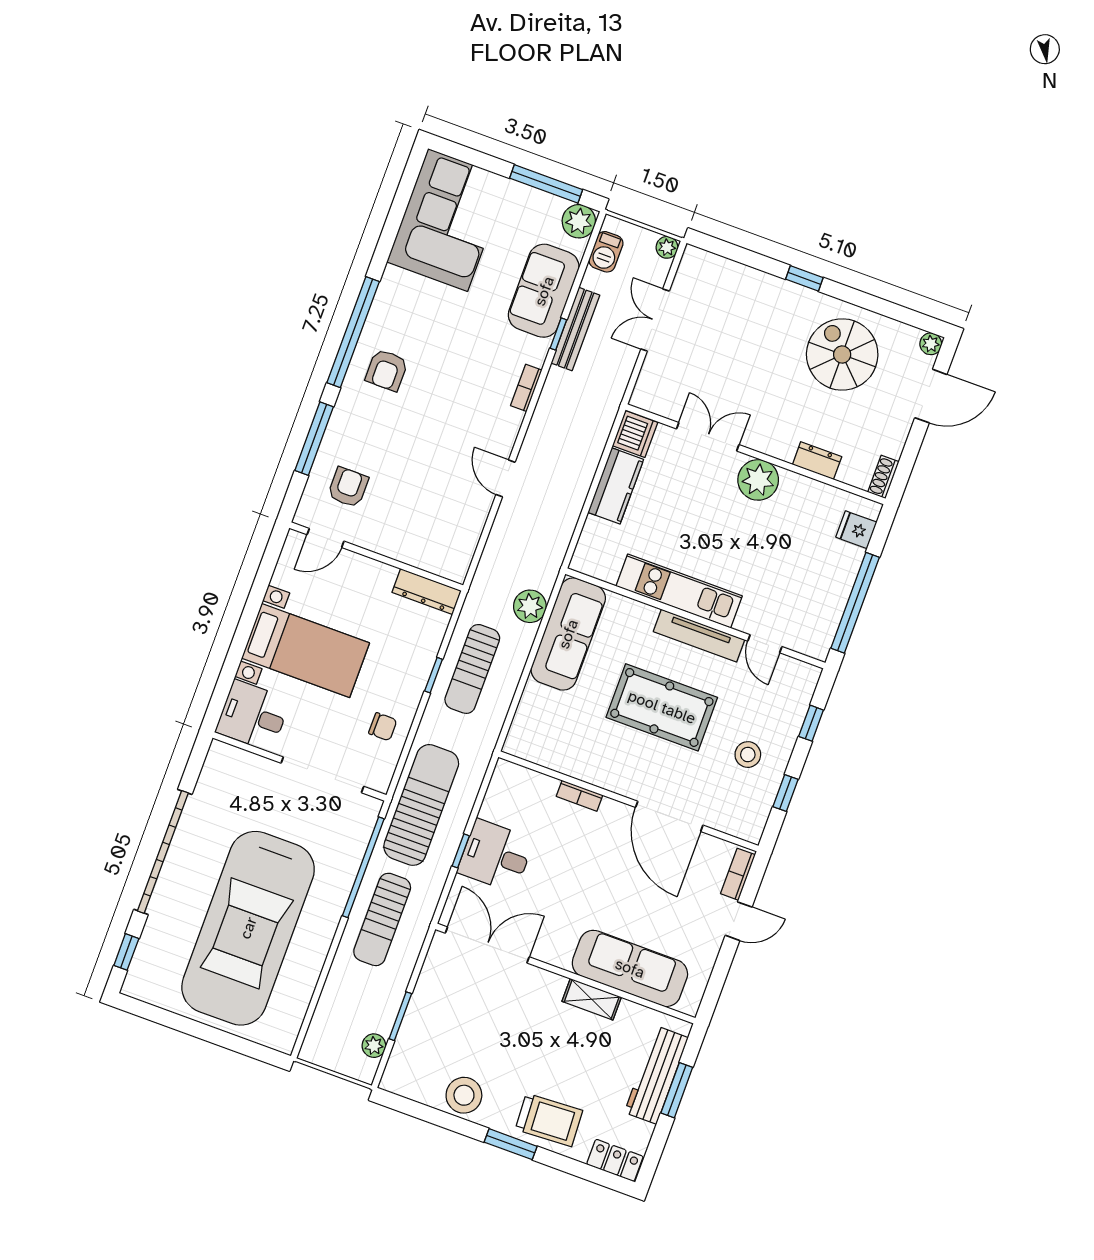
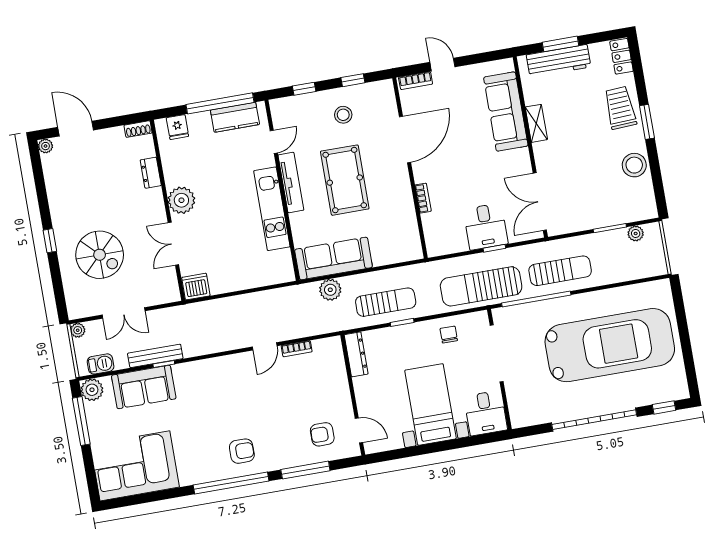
spiral stairs: (842, 355) -> (100, 255), moved, turned -90
bookcase: (526, 388) -> (297, 349), moved
kitchen counter: (616, 486) -> (235, 117), moved, turned 180

